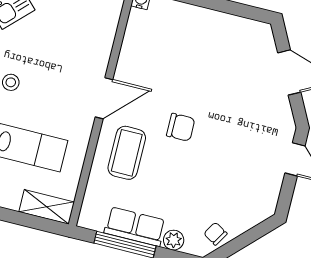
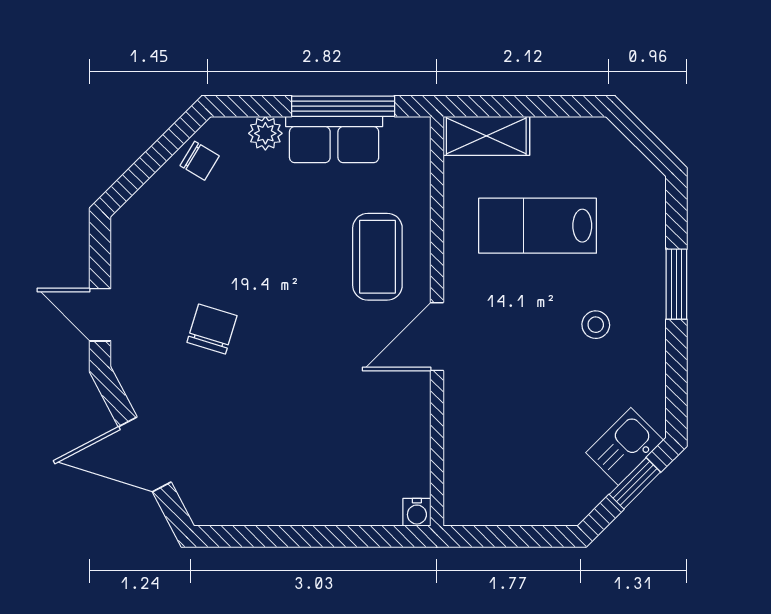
chair: (181, 127) -> (212, 329), moved, turned 107

